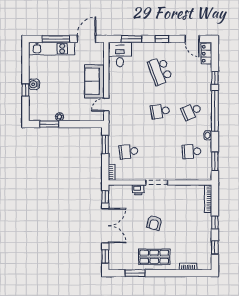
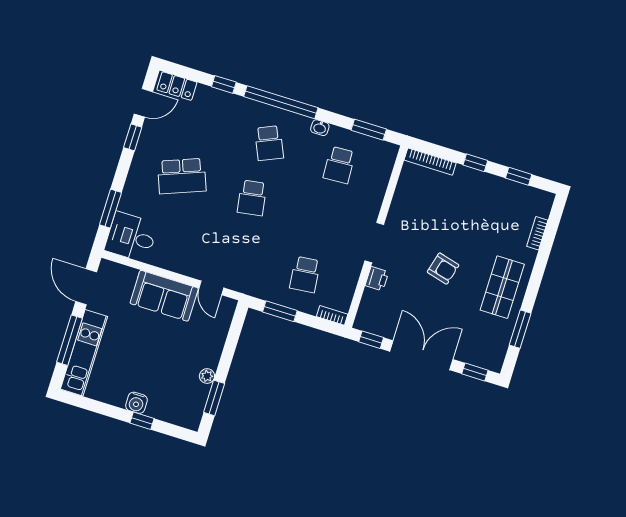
window: (162, 39) -> (133, 137), moved

